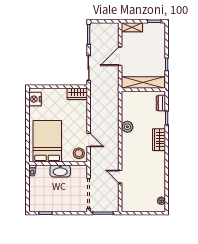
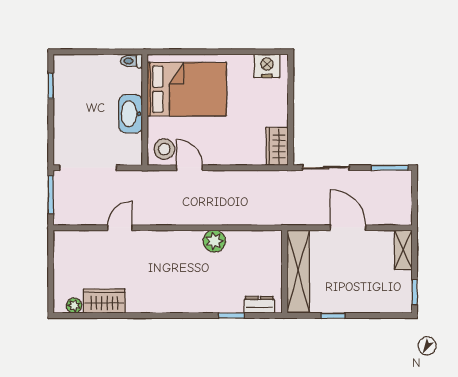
door: (89, 140) -> (189, 168), swing flipped
wardrobe: (159, 140) -> (104, 301), moved

